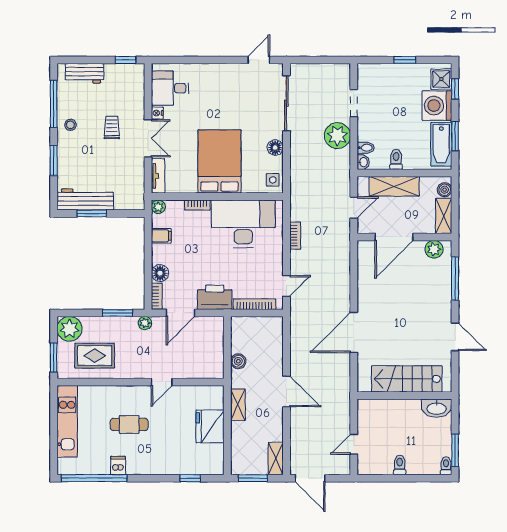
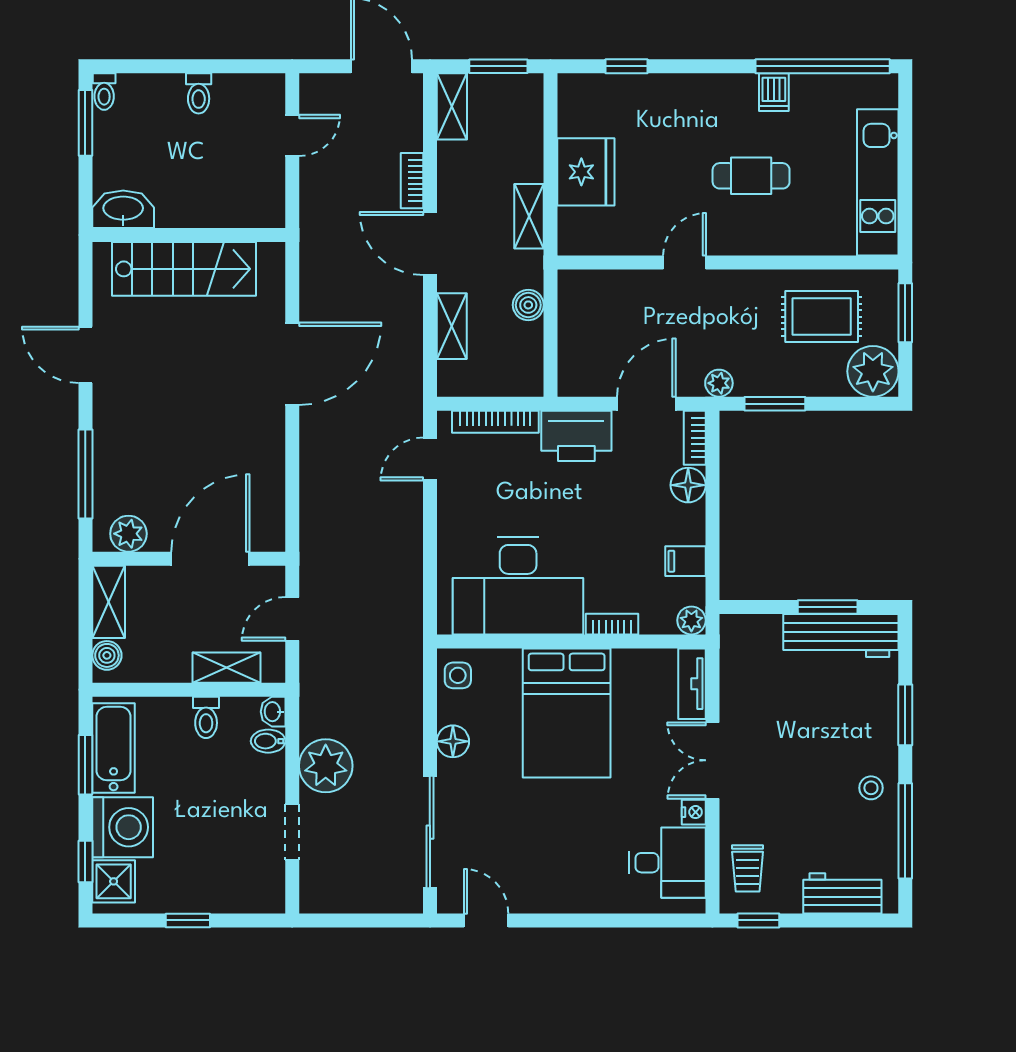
door: (259, 60) -> (486, 920), swing flipped
trolley: (112, 127) -> (748, 868), moved
shelving: (394, 186) -> (227, 668), width x0.67, depth x0.75
bookcase: (295, 236) -> (412, 181), moved
shelving: (276, 351) -> (452, 326), added

